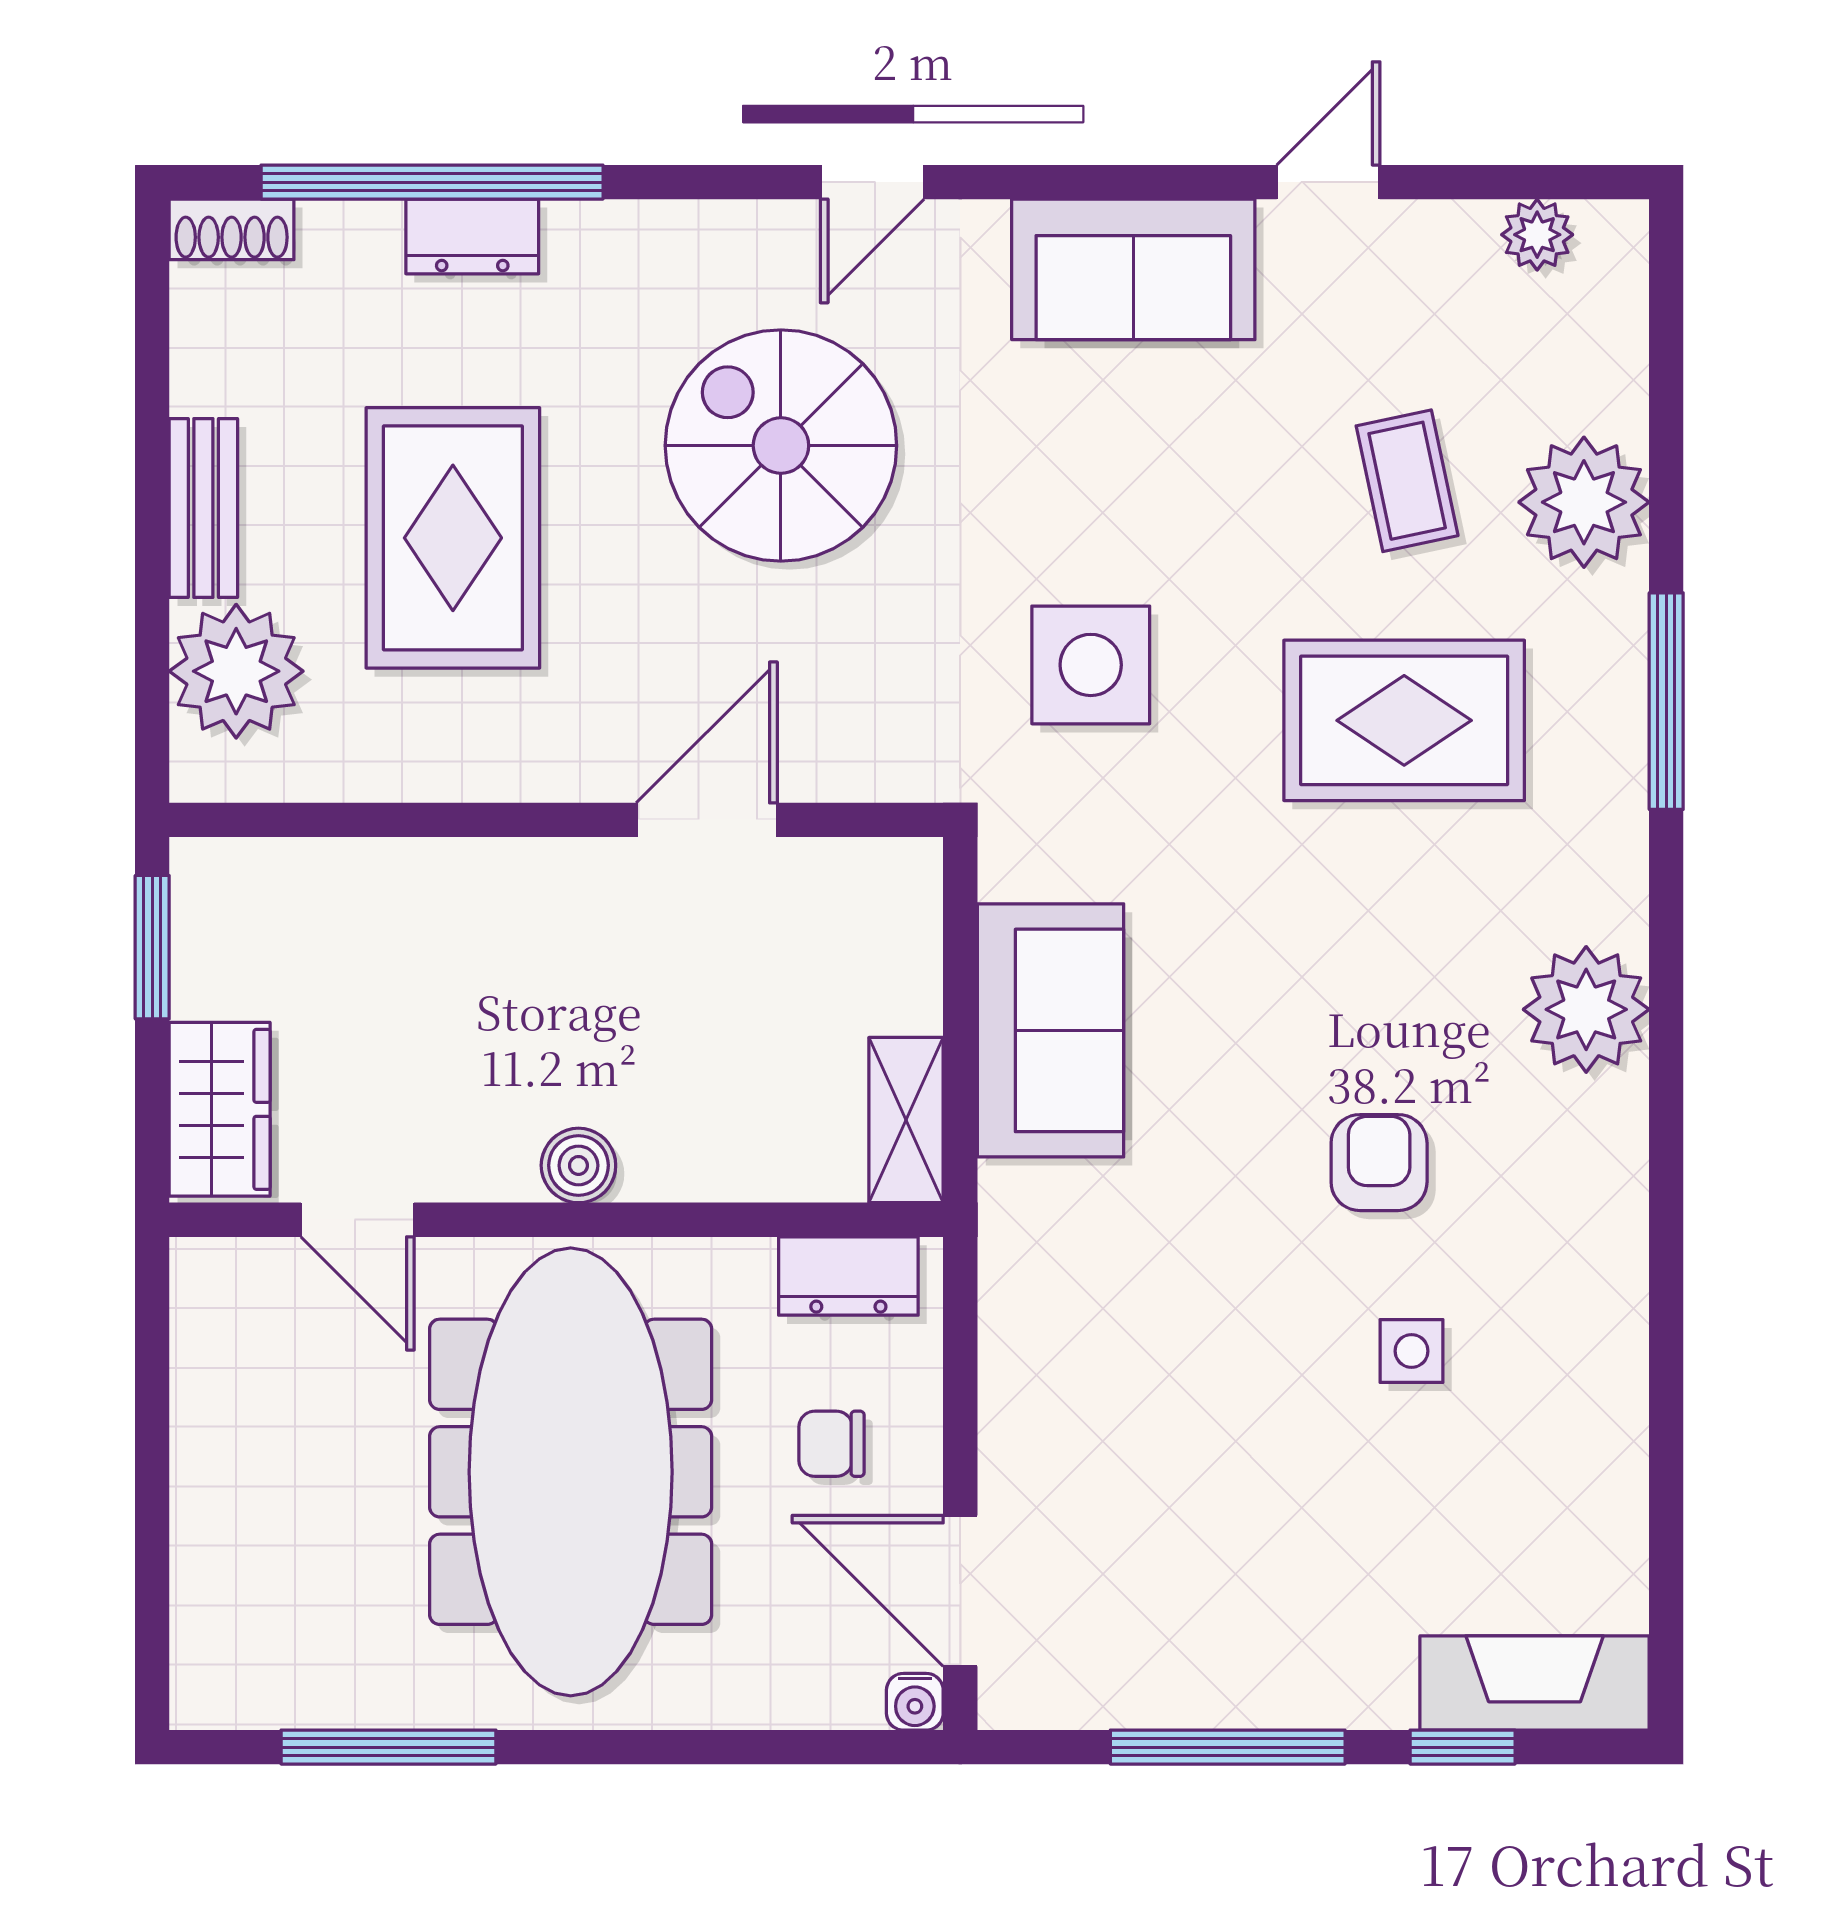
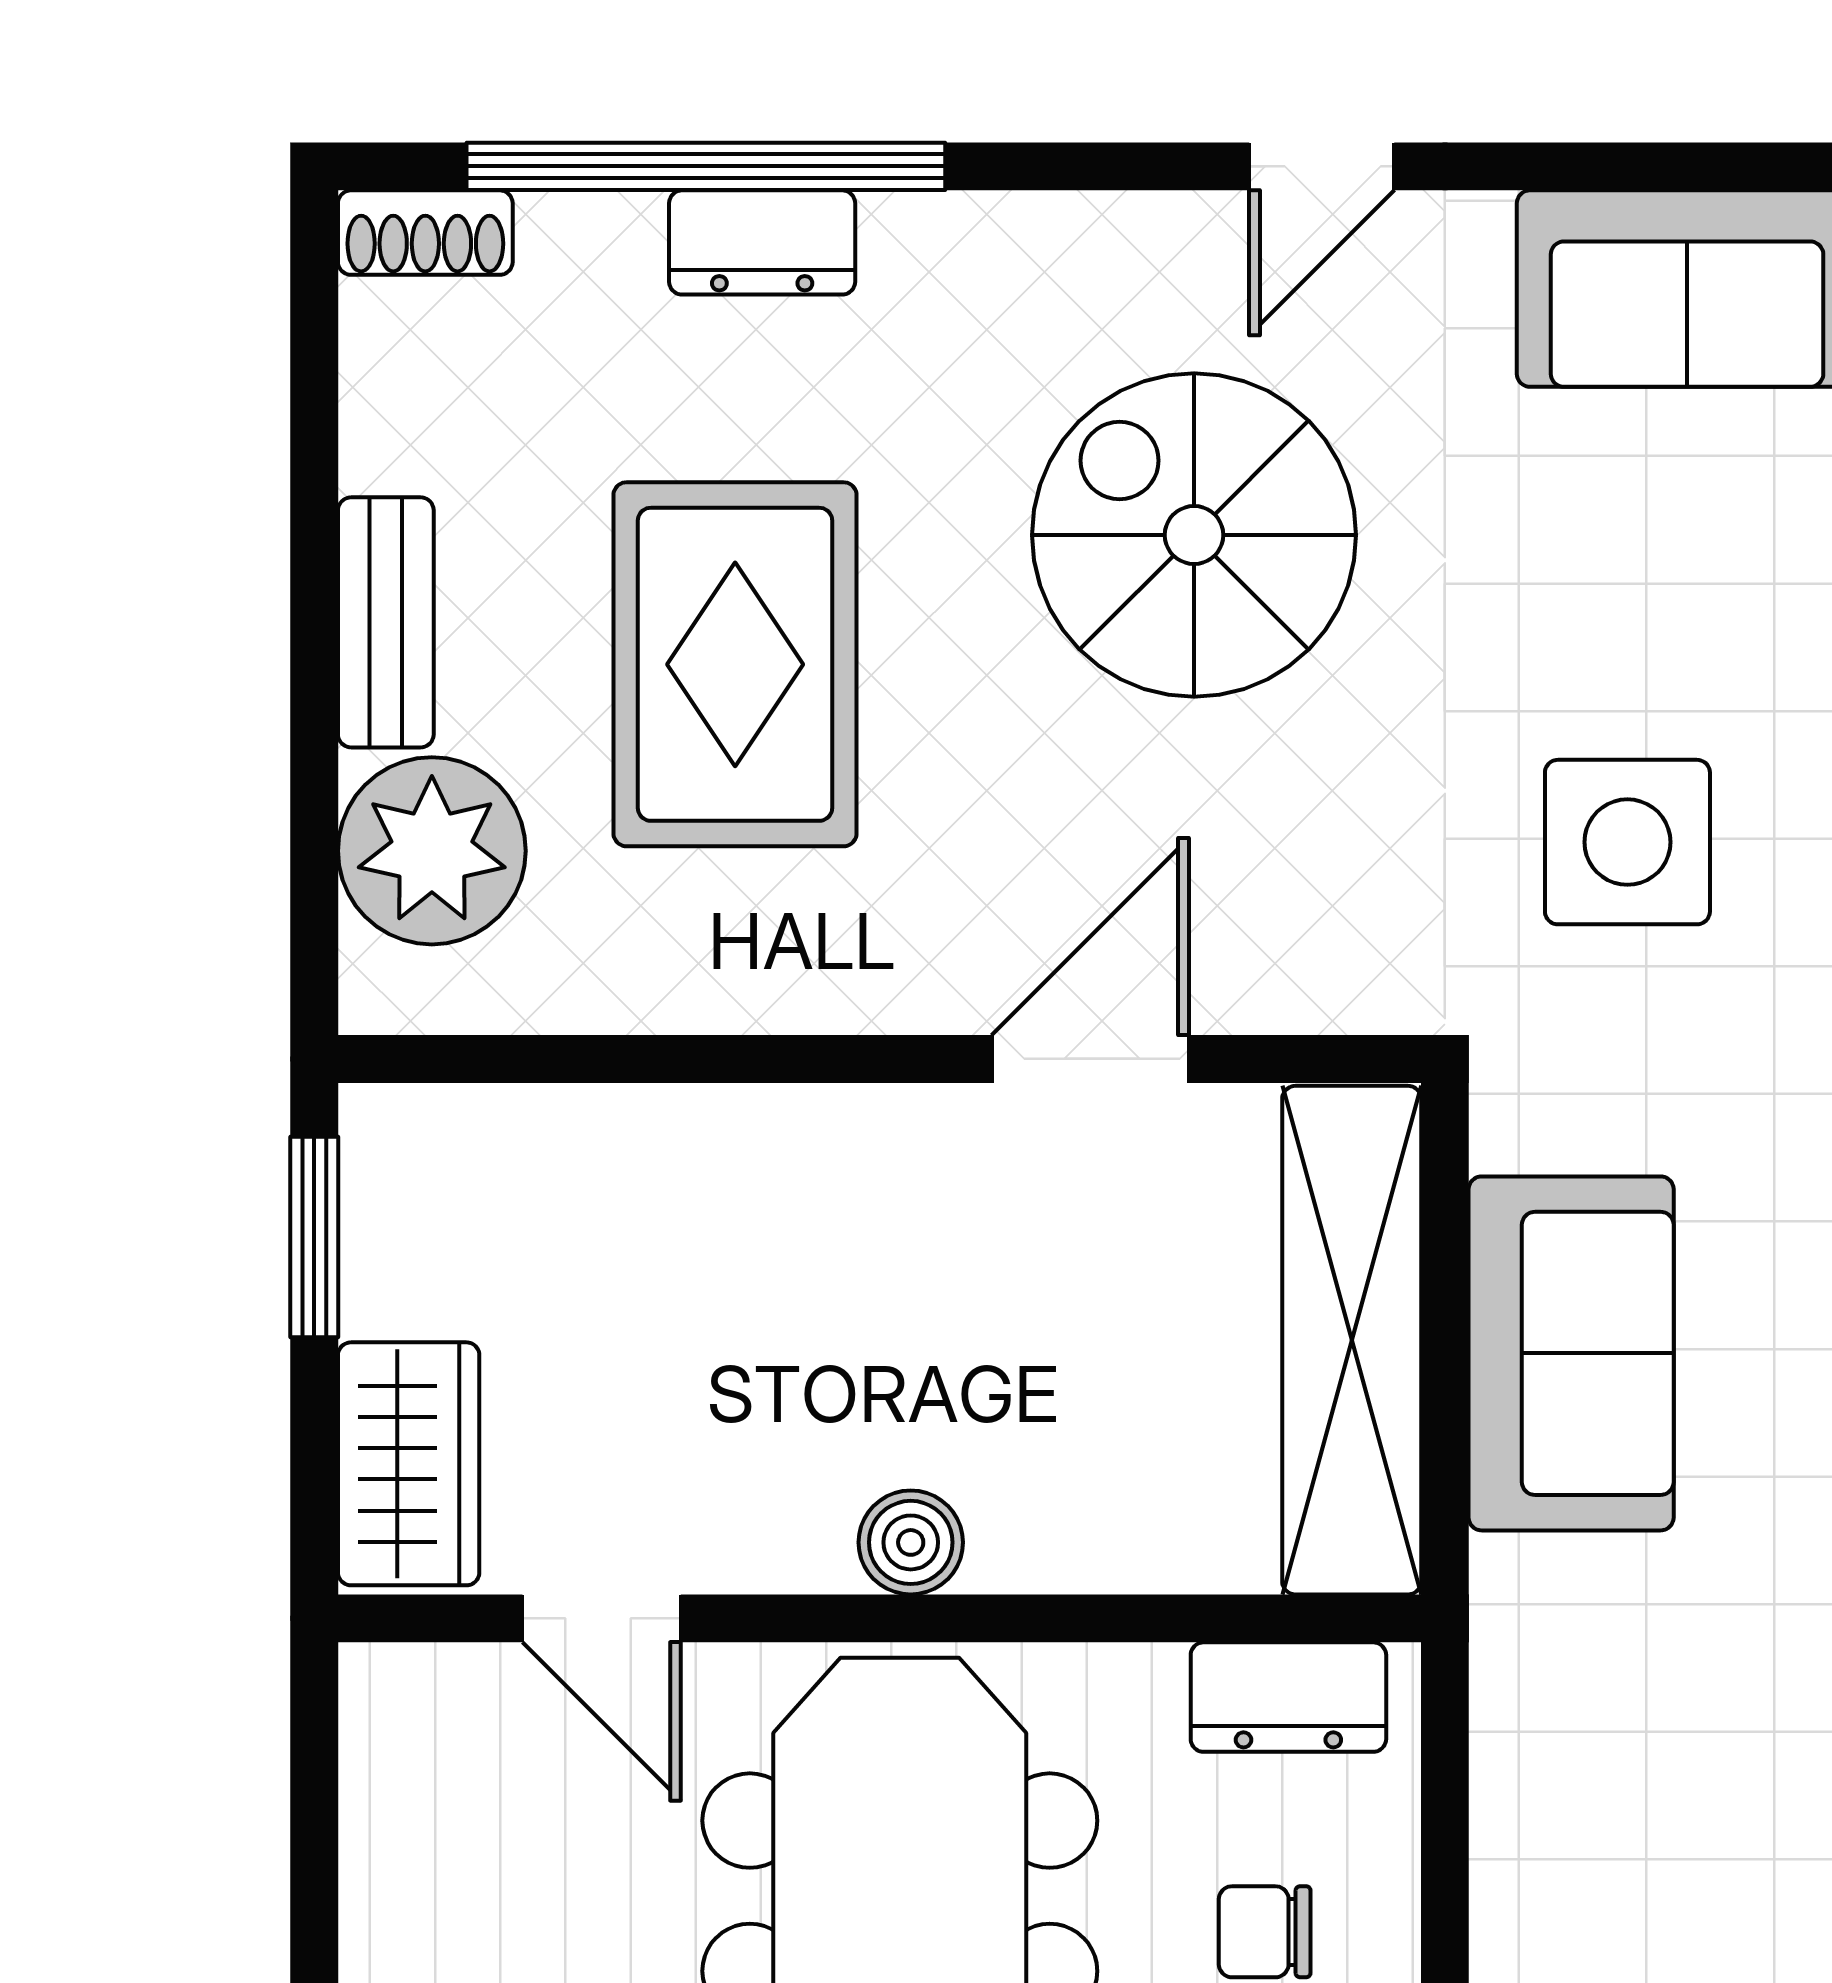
shelving: (906, 1120) -> (1352, 1340), width x2.20, depth x1.33

